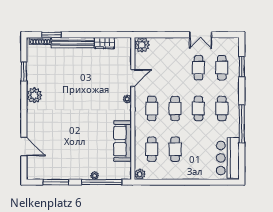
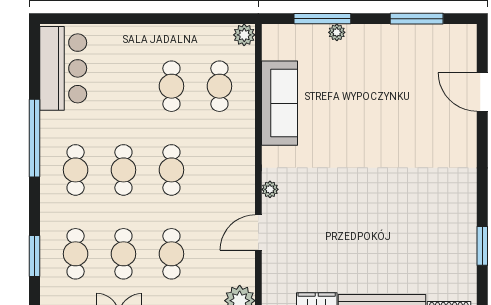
plant: (34, 95) -> (461, 197), removed
cafe table: (152, 108) -> (171, 254), moved
window: (102, 182) -> (322, 19), width x0.68

